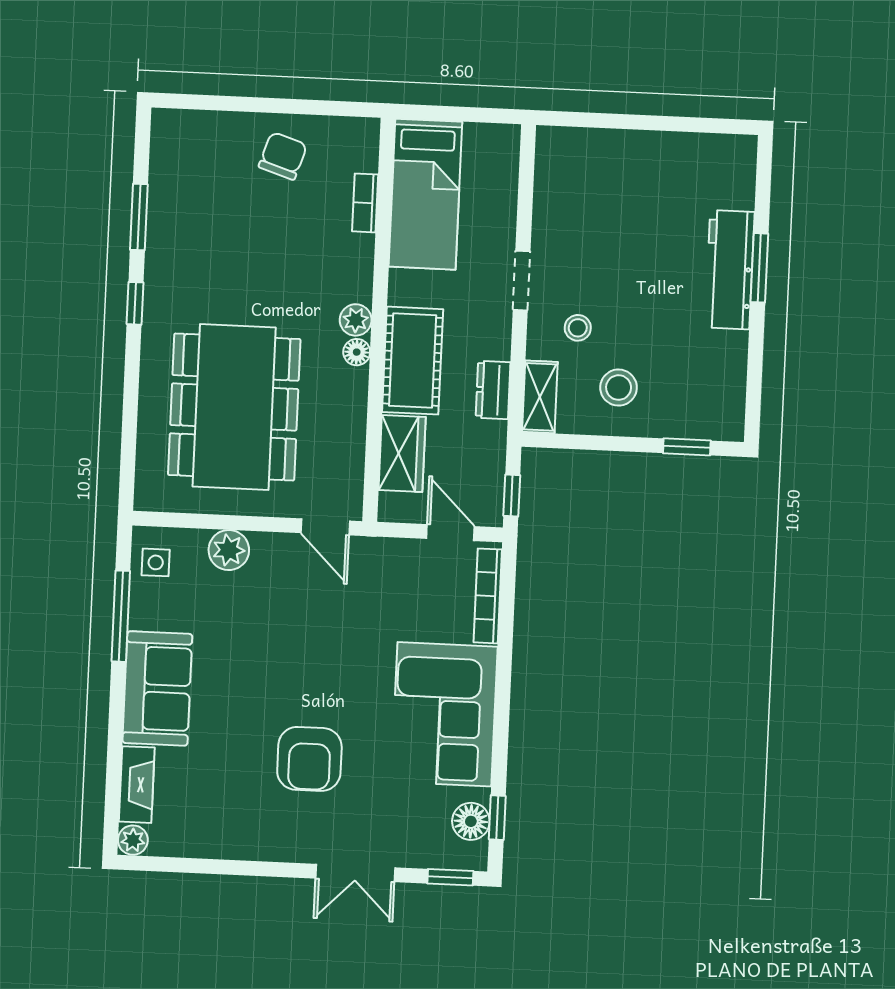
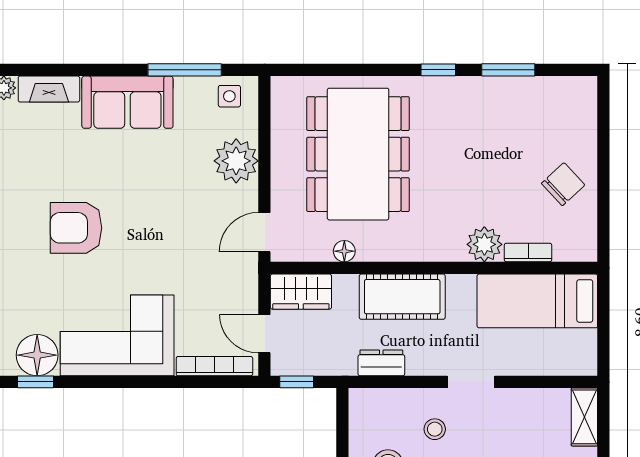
chair: (283, 156) -> (563, 184), turned -61
plant: (356, 320) -> (484, 244), moved, width x1.38, depth x1.38
floor lamp: (357, 352) -> (344, 251), moved
shelving: (540, 397) -> (584, 417), moved, turned 90
dining table: (234, 407) -> (358, 154), turned 90
wardrobe: (402, 454) -> (301, 292), moved
door: (450, 533) -> (264, 334), swing flipped
plant: (229, 550) -> (236, 161), width x1.36, depth x1.36
floor lamp: (471, 821) -> (37, 355), width x1.38, depth x1.38

